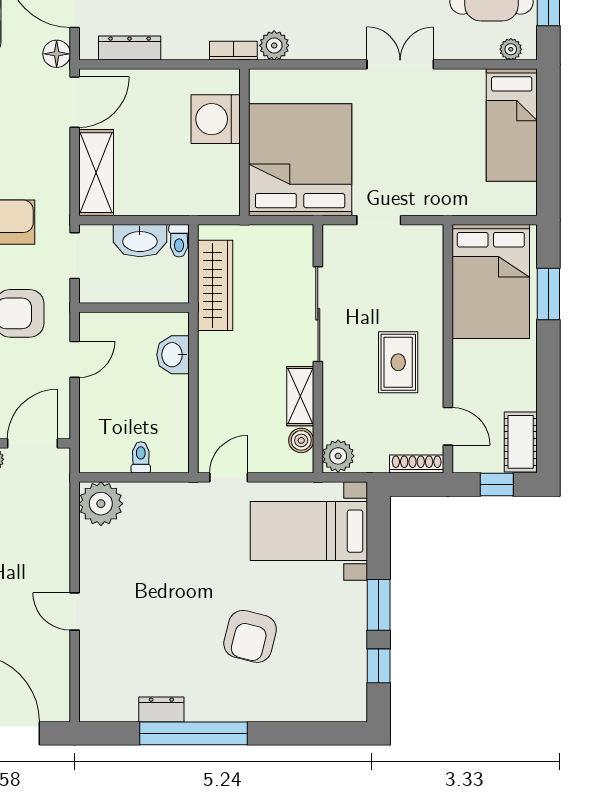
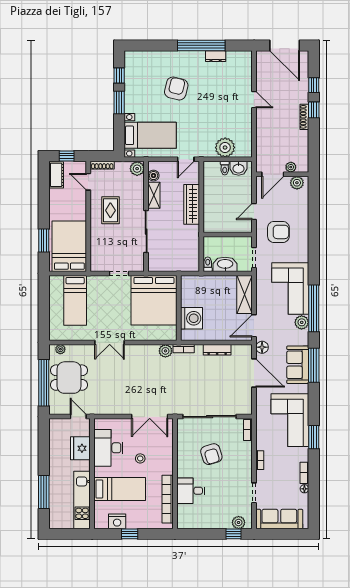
dresser: (130, 48) -> (217, 350), moved
bed: (512, 125) -> (75, 300), moved, turned 180
wardrobe: (215, 285) -> (192, 204), moved
washbasin: (173, 355) -> (239, 168), moved, turned 90
plant: (101, 504) -> (225, 147), moved

